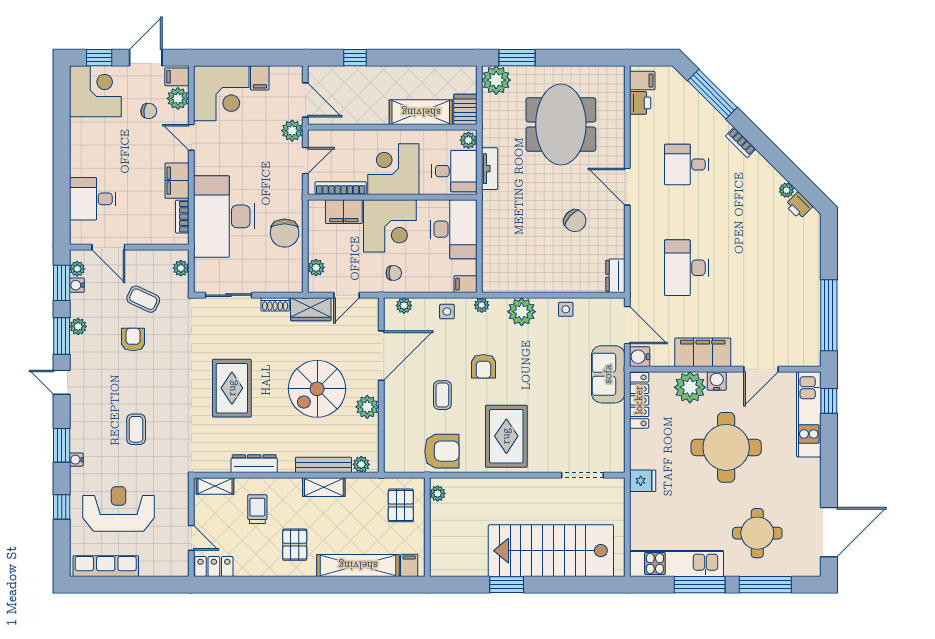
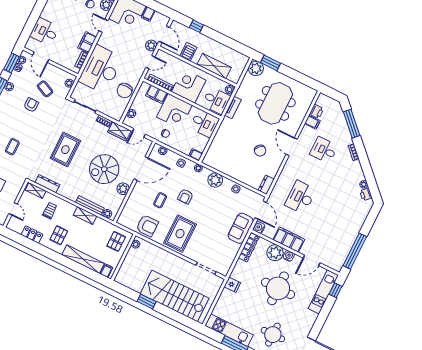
filing cabinet: (642, 80) -> (312, 122), moved
server rack: (465, 109) -> (188, 52), moved
desk: (454, 229) -> (205, 123), width x0.73
dresser: (254, 464) -> (47, 184), moved
locker: (214, 566) -> (32, 235), moved

